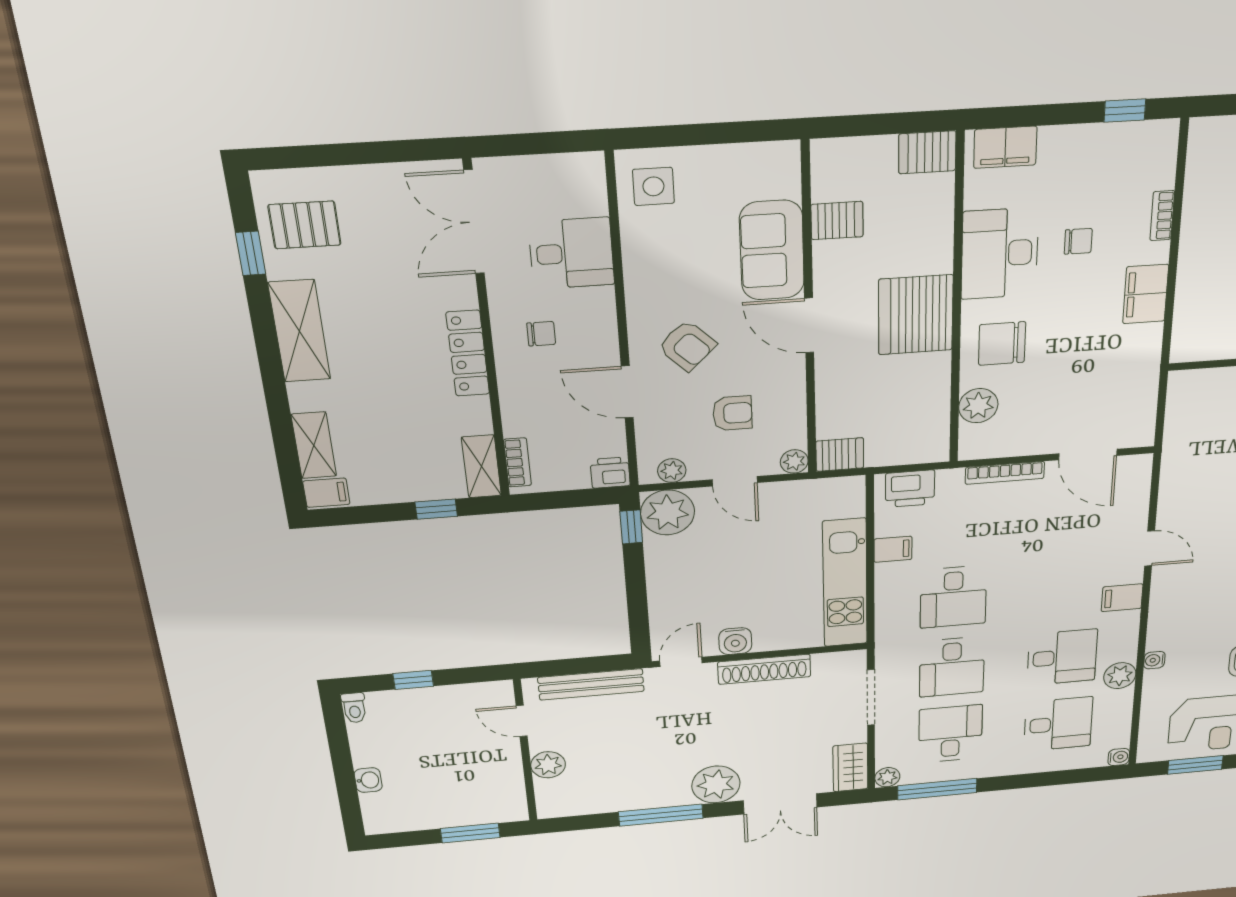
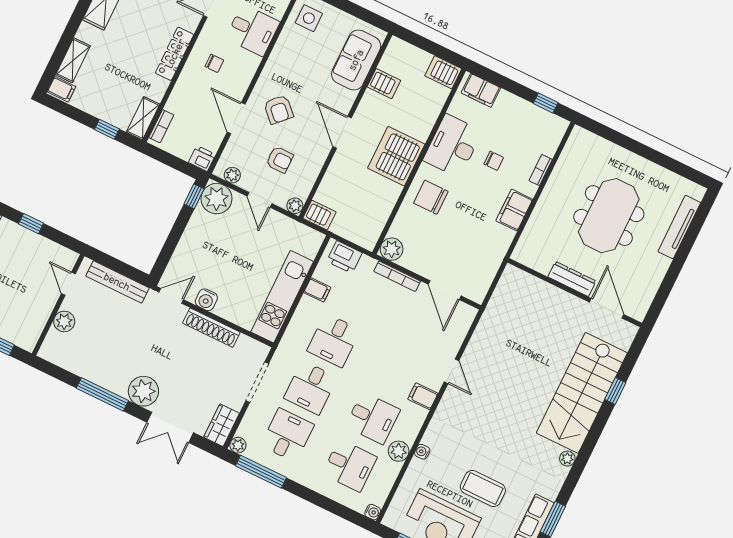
sofa: (772, 250) -> (356, 60), moved
plant: (978, 406) -> (392, 249), moved

